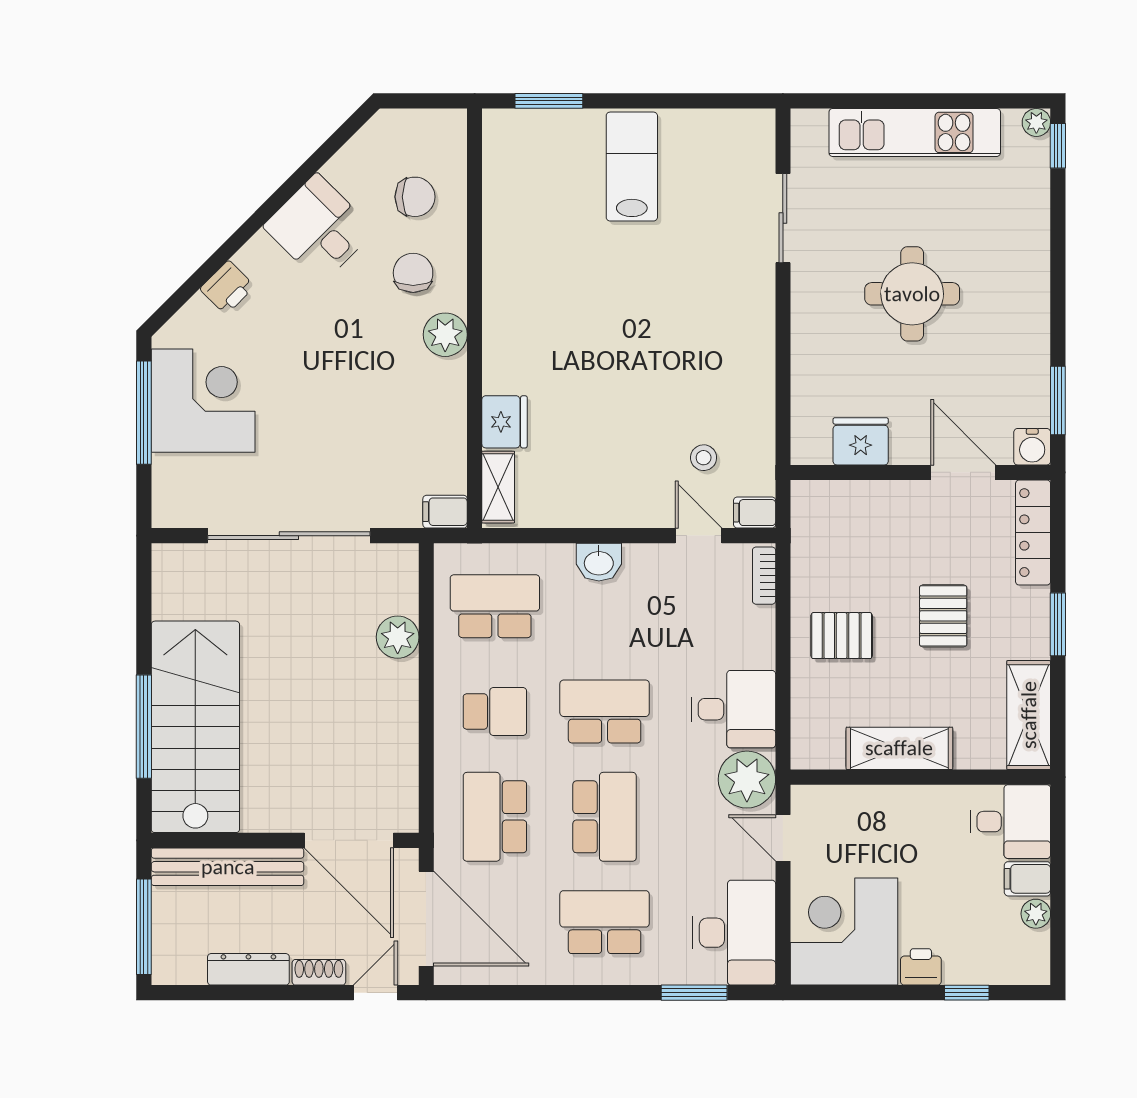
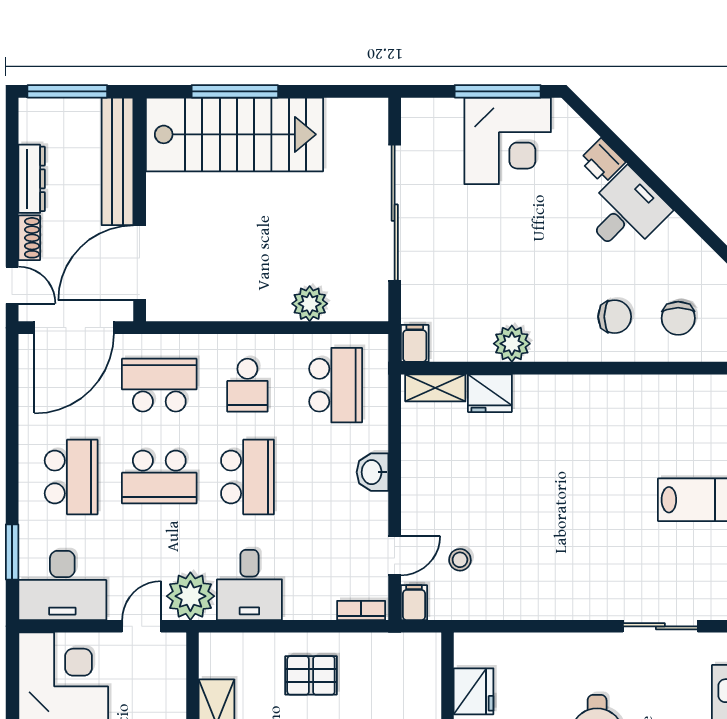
desk: (319, 228) -> (626, 212), moved
plant: (445, 335) -> (512, 344), moved
pallet: (842, 636) -> (311, 675), turned 90

